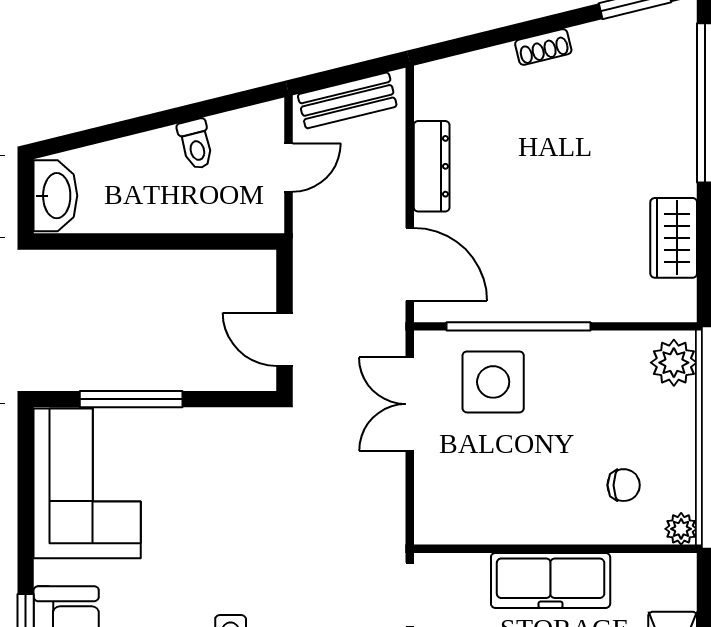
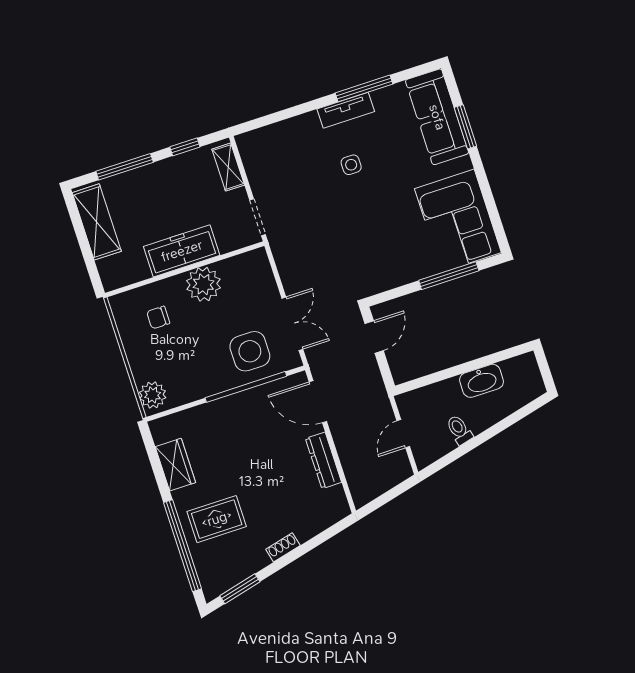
bench: (347, 100) -> (383, 482), removed
rug: (636, 128) -> (217, 519), added
washbasin: (55, 196) -> (482, 381), moved, turned -90
door: (284, 339) -> (374, 337), hinge flipped
plant: (681, 529) -> (203, 284), moved, width x1.88, depth x1.88

